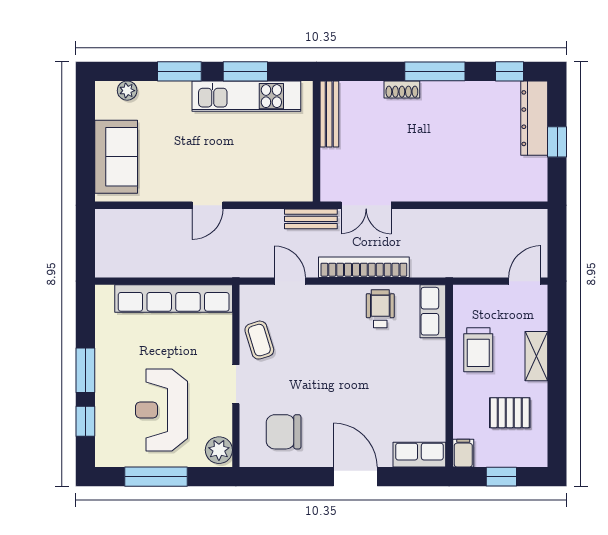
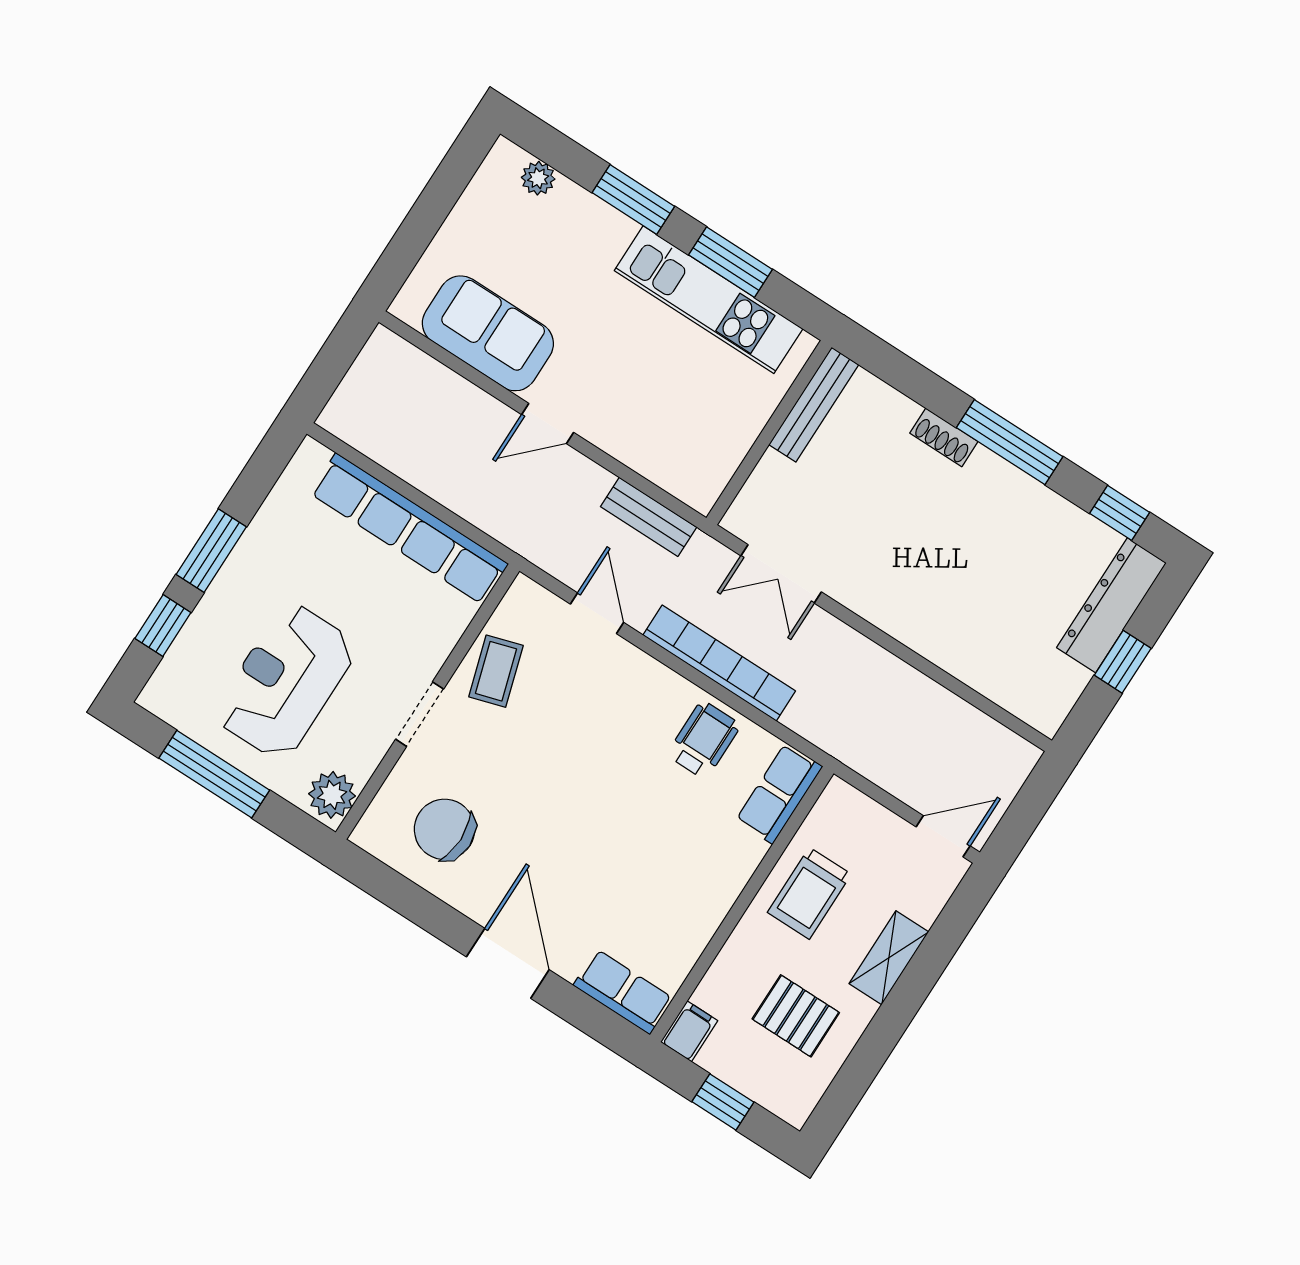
sofa: (116, 157) -> (488, 333), moved, turned -90
bench: (311, 219) -> (649, 517), moved

